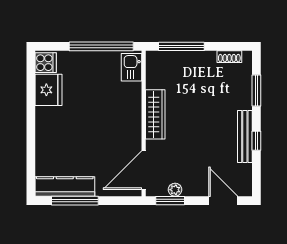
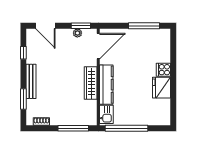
cooker: (46, 63) -> (163, 70), moved
fridge: (48, 90) -> (162, 88), moved
bench: (245, 137) -> (31, 81), moved
window: (256, 141) -> (23, 53), moved
kitchen counter: (65, 186) -> (106, 85), moved, turned -90

